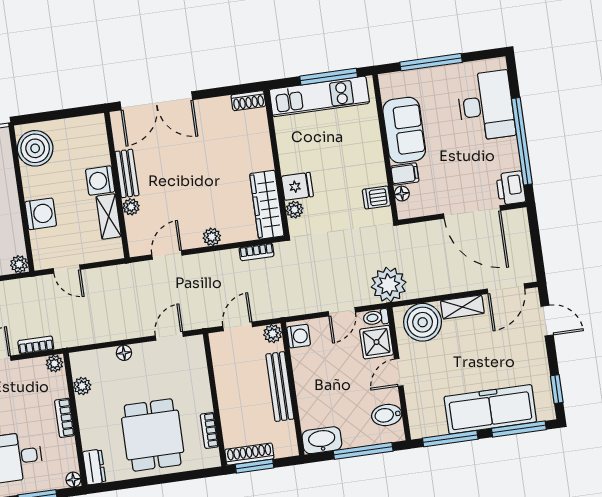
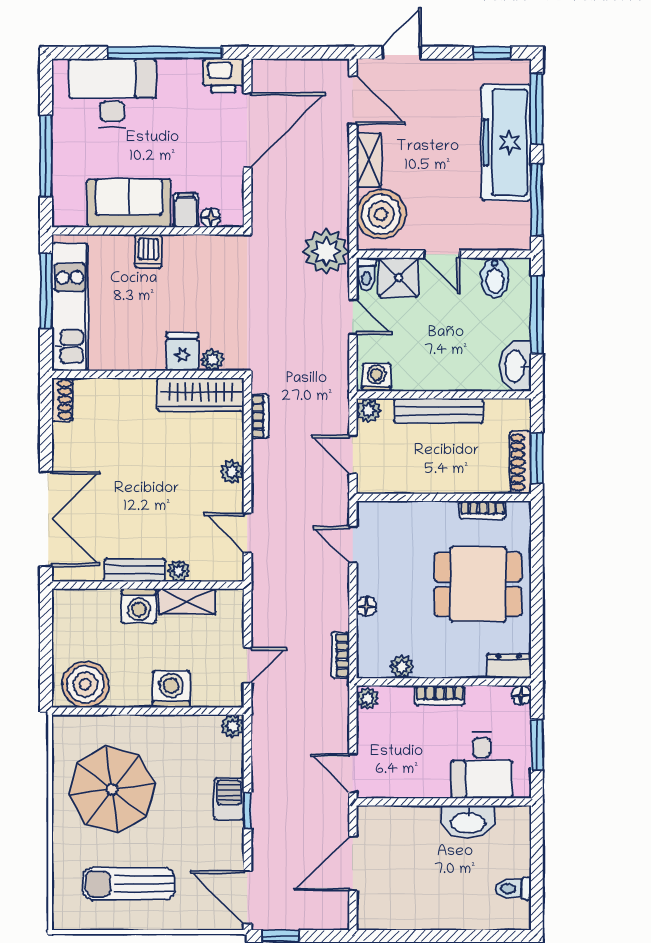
dishwasher: (376, 197) -> (148, 251), moved
bookcase: (36, 345) -> (340, 655), moved

